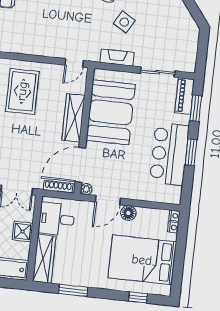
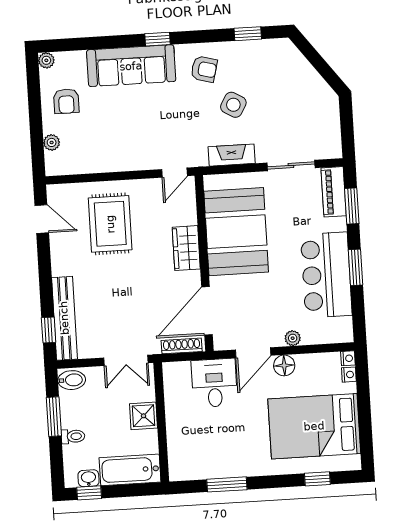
wardrobe: (73, 118) -> (186, 248), width x0.67
plant: (86, 189) -> (293, 338), moved
desk: (57, 219) -> (214, 383), moved, turned 90
wardrobe: (44, 259) -> (180, 448), removed

